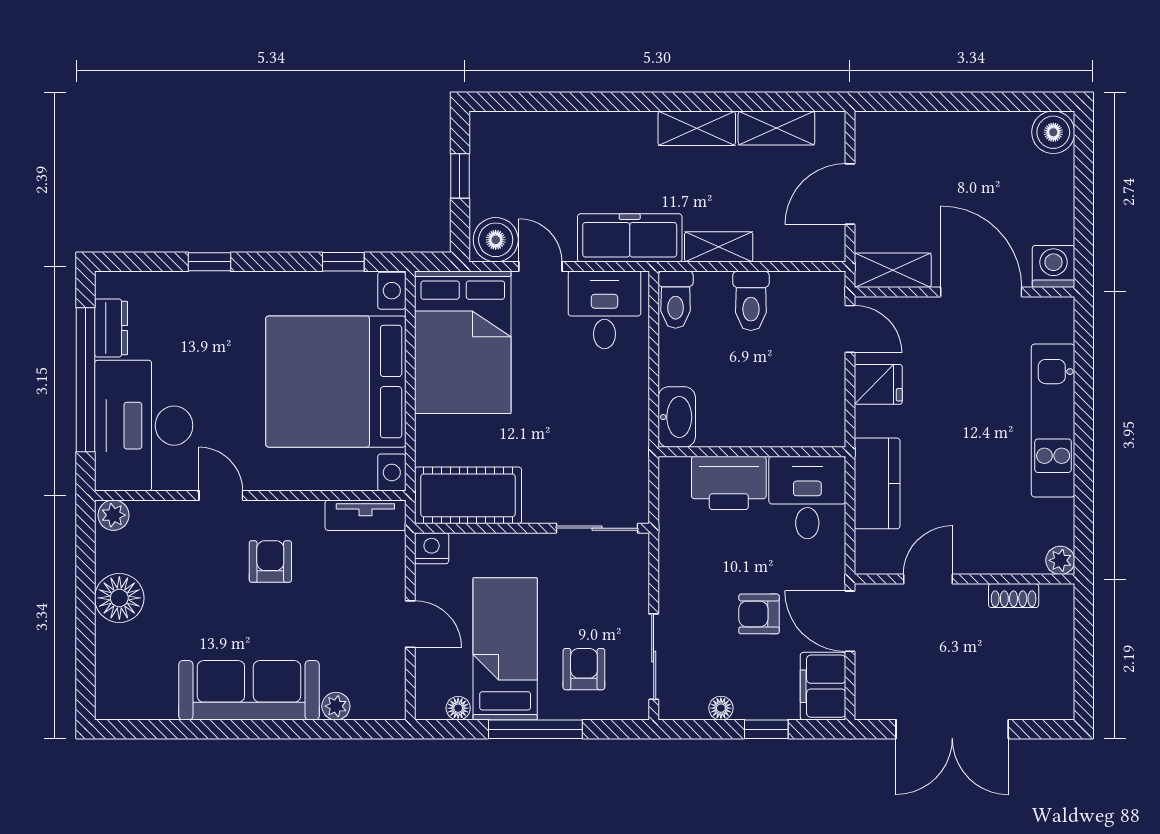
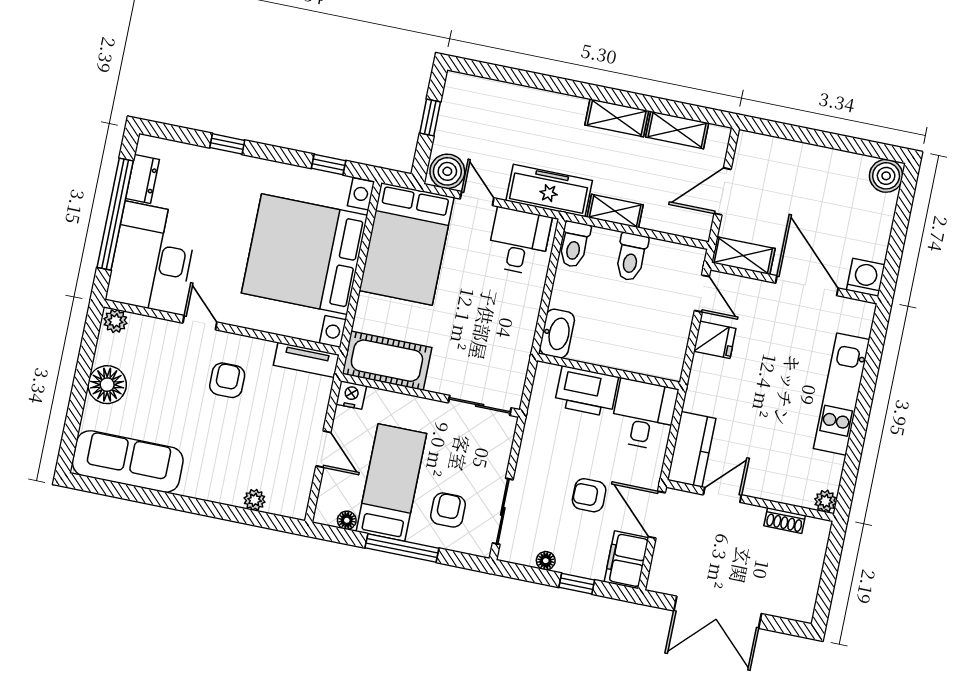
kitchen counter: (877, 483) -> (692, 449), moved
sofa: (249, 690) -> (128, 462), moved

